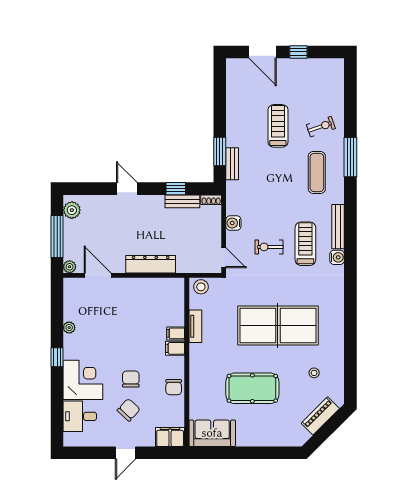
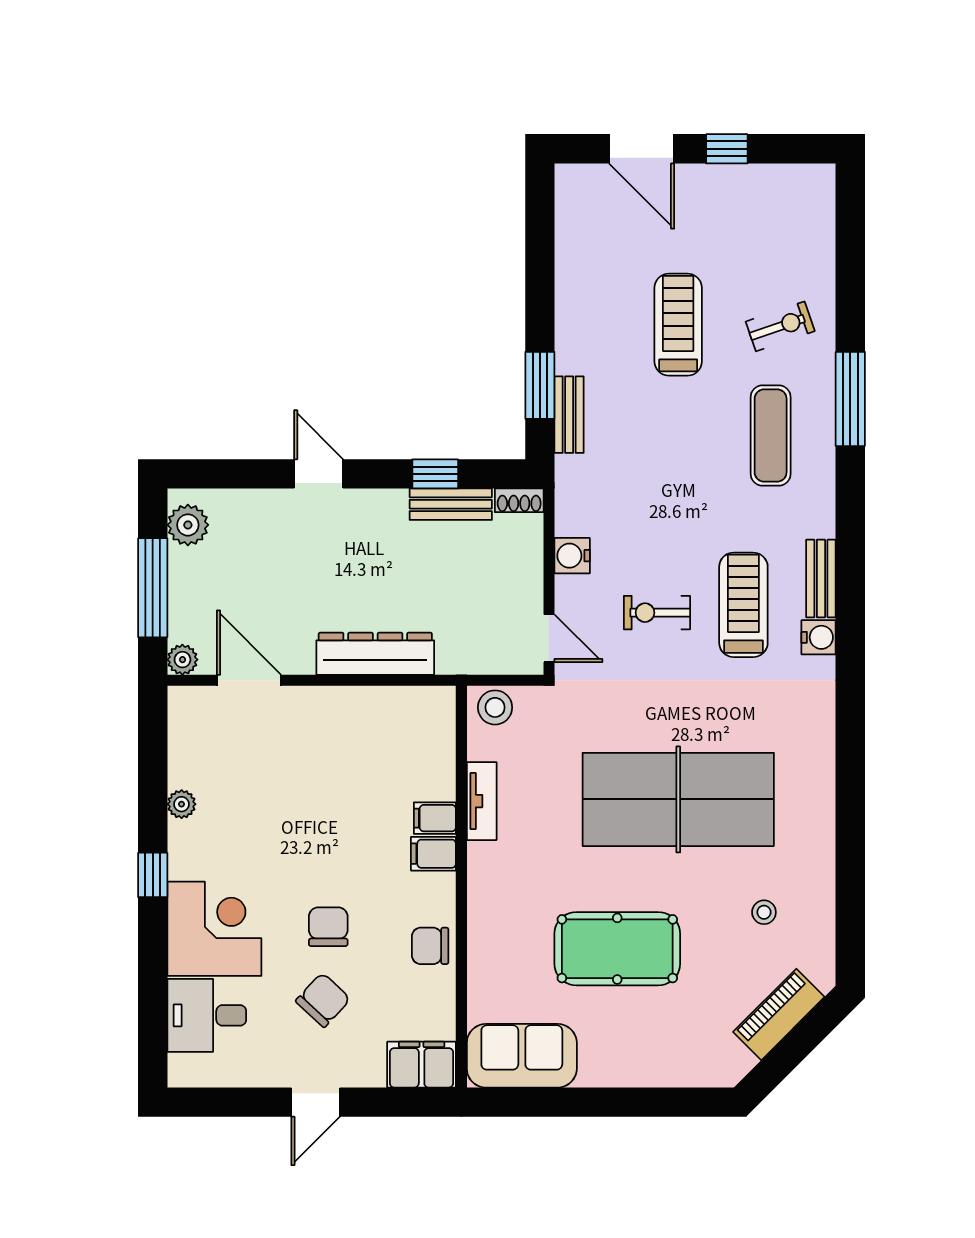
bench: (338, 227) -> (821, 578), width x0.73
chair: (174, 387) -> (430, 946), turned 90

